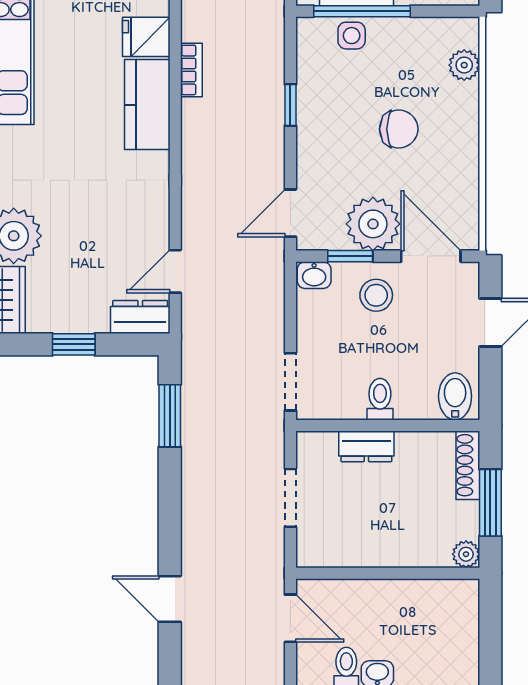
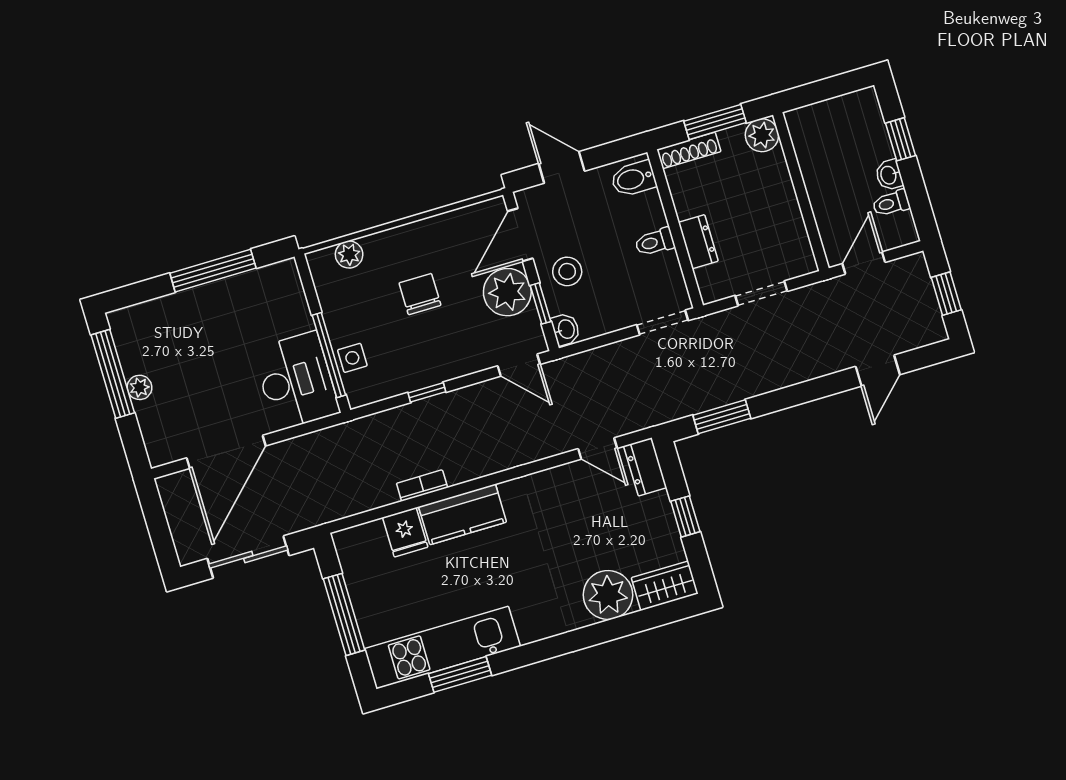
plant: (466, 554) -> (762, 135), width x1.38, depth x1.38

